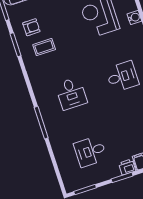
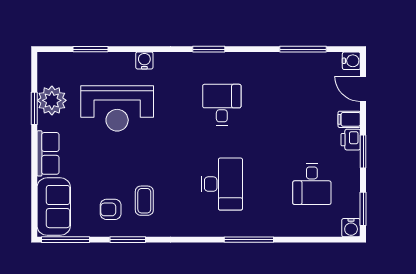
armchair: (31, 27) -> (111, 209), turned -90
desk: (71, 93) -> (222, 184), width x1.37
water cooler: (71, 186) -> (351, 228), added

